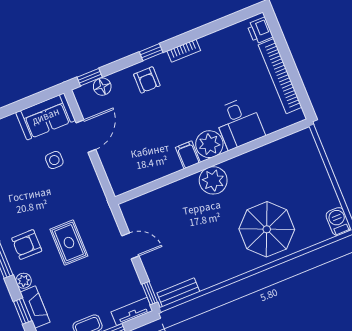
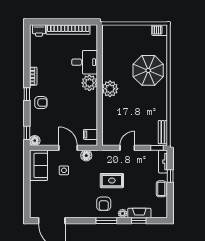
floor lamp: (102, 87) -> (35, 141), moved
door: (86, 136) -> (68, 148), moved
filing cabinet: (188, 155) -> (91, 134), moved
floor lamp: (92, 186) -> (86, 156), added

